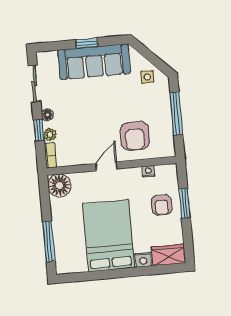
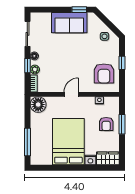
window: (87, 43) -> (79, 10), moved
sofa: (94, 62) -> (69, 23), width x0.73
window: (176, 113) -> (122, 63), width x0.46
armchair: (135, 136) -> (104, 73), moved

